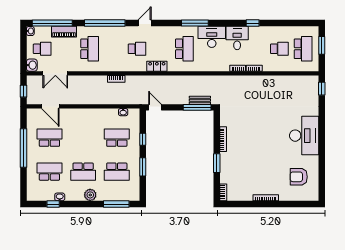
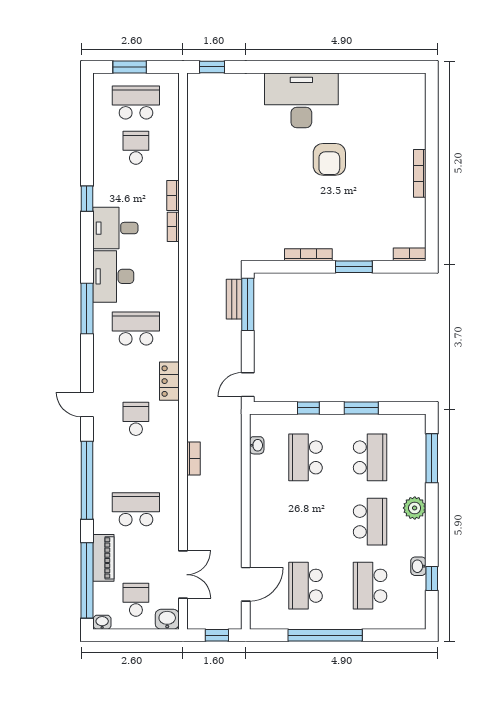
armchair: (299, 177) -> (329, 159), moved

